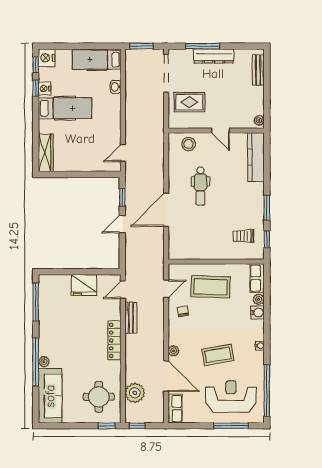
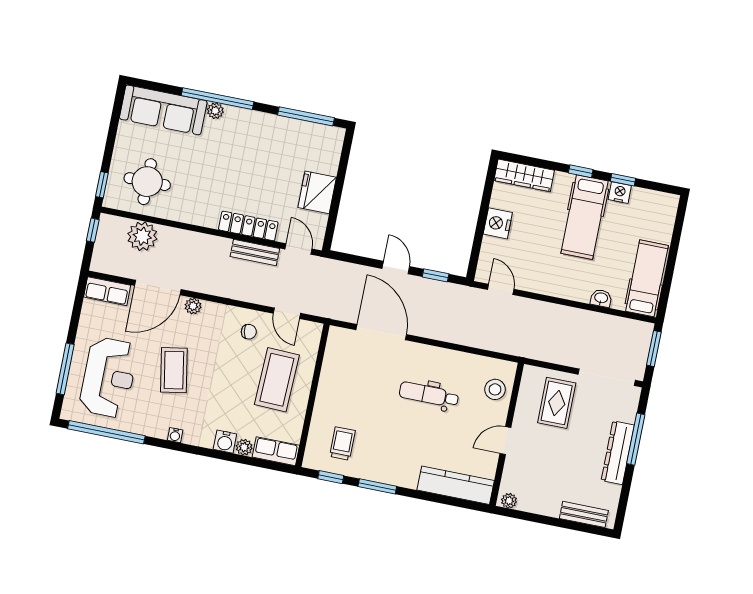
nightstand: (47, 58) -> (498, 223), moved, turned -90
window: (36, 65) -> (581, 171), moved
door: (166, 210) -> (381, 332), moved
locker: (114, 340) -> (248, 226), moved

